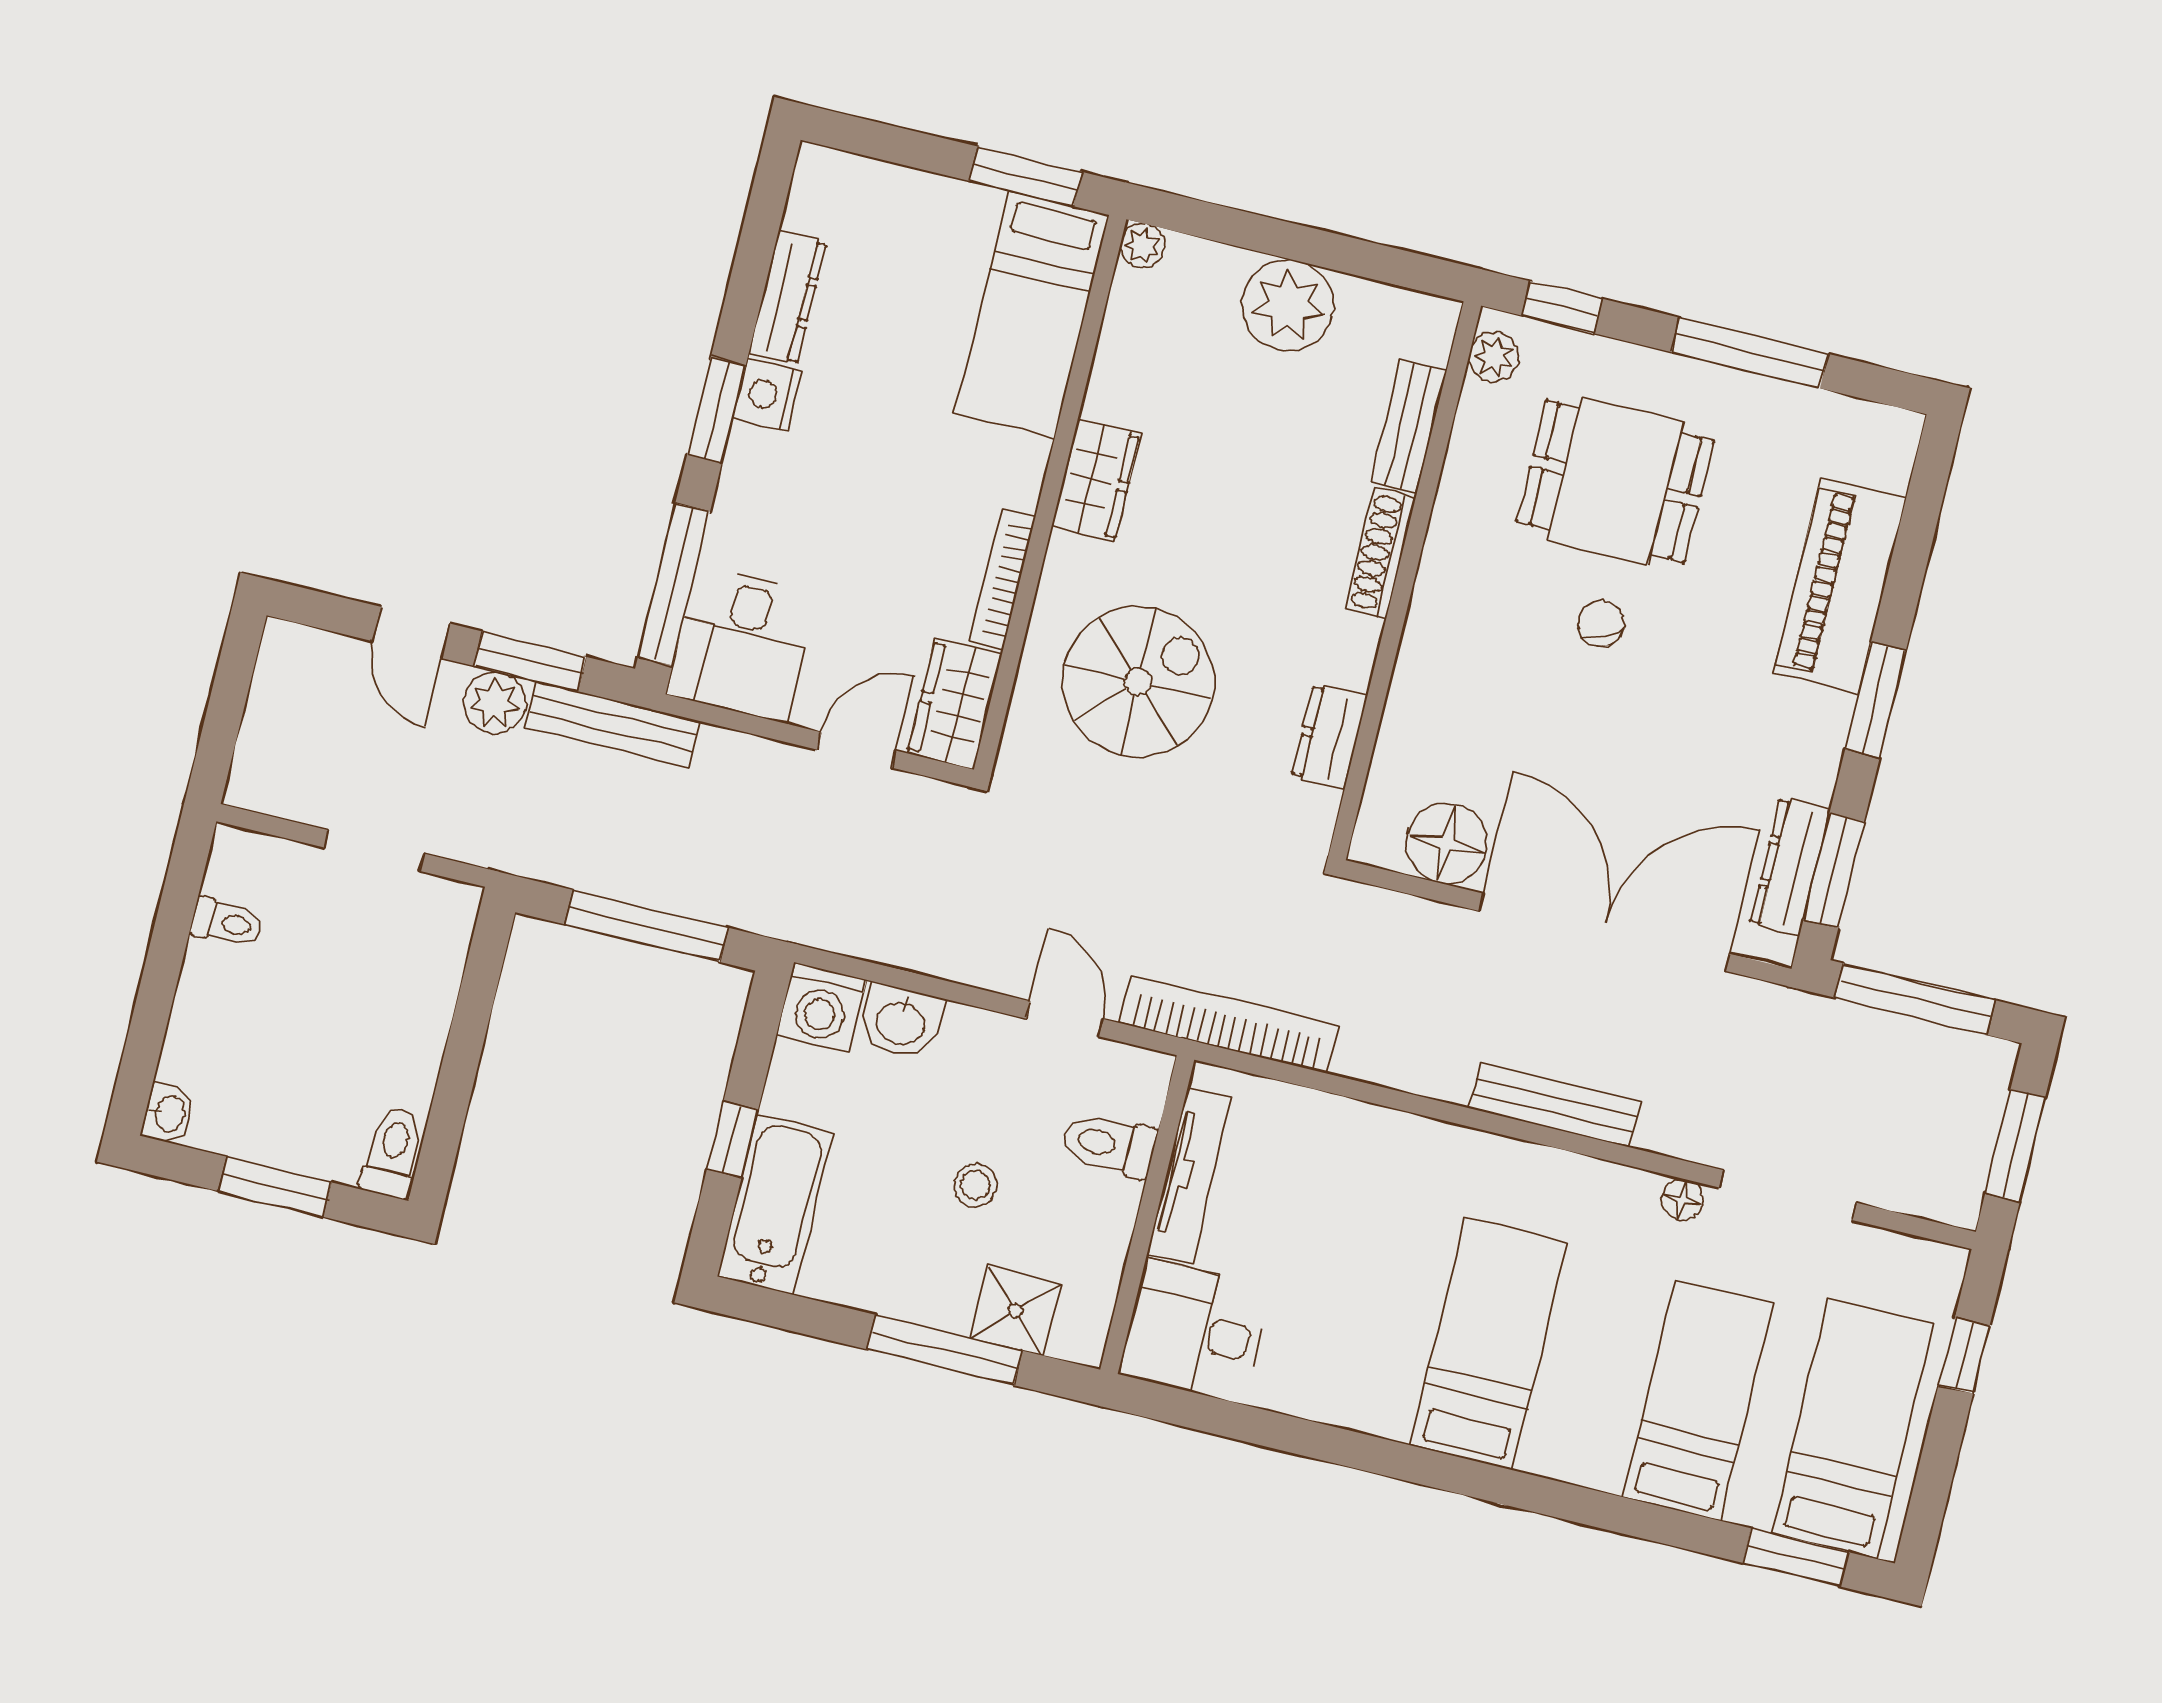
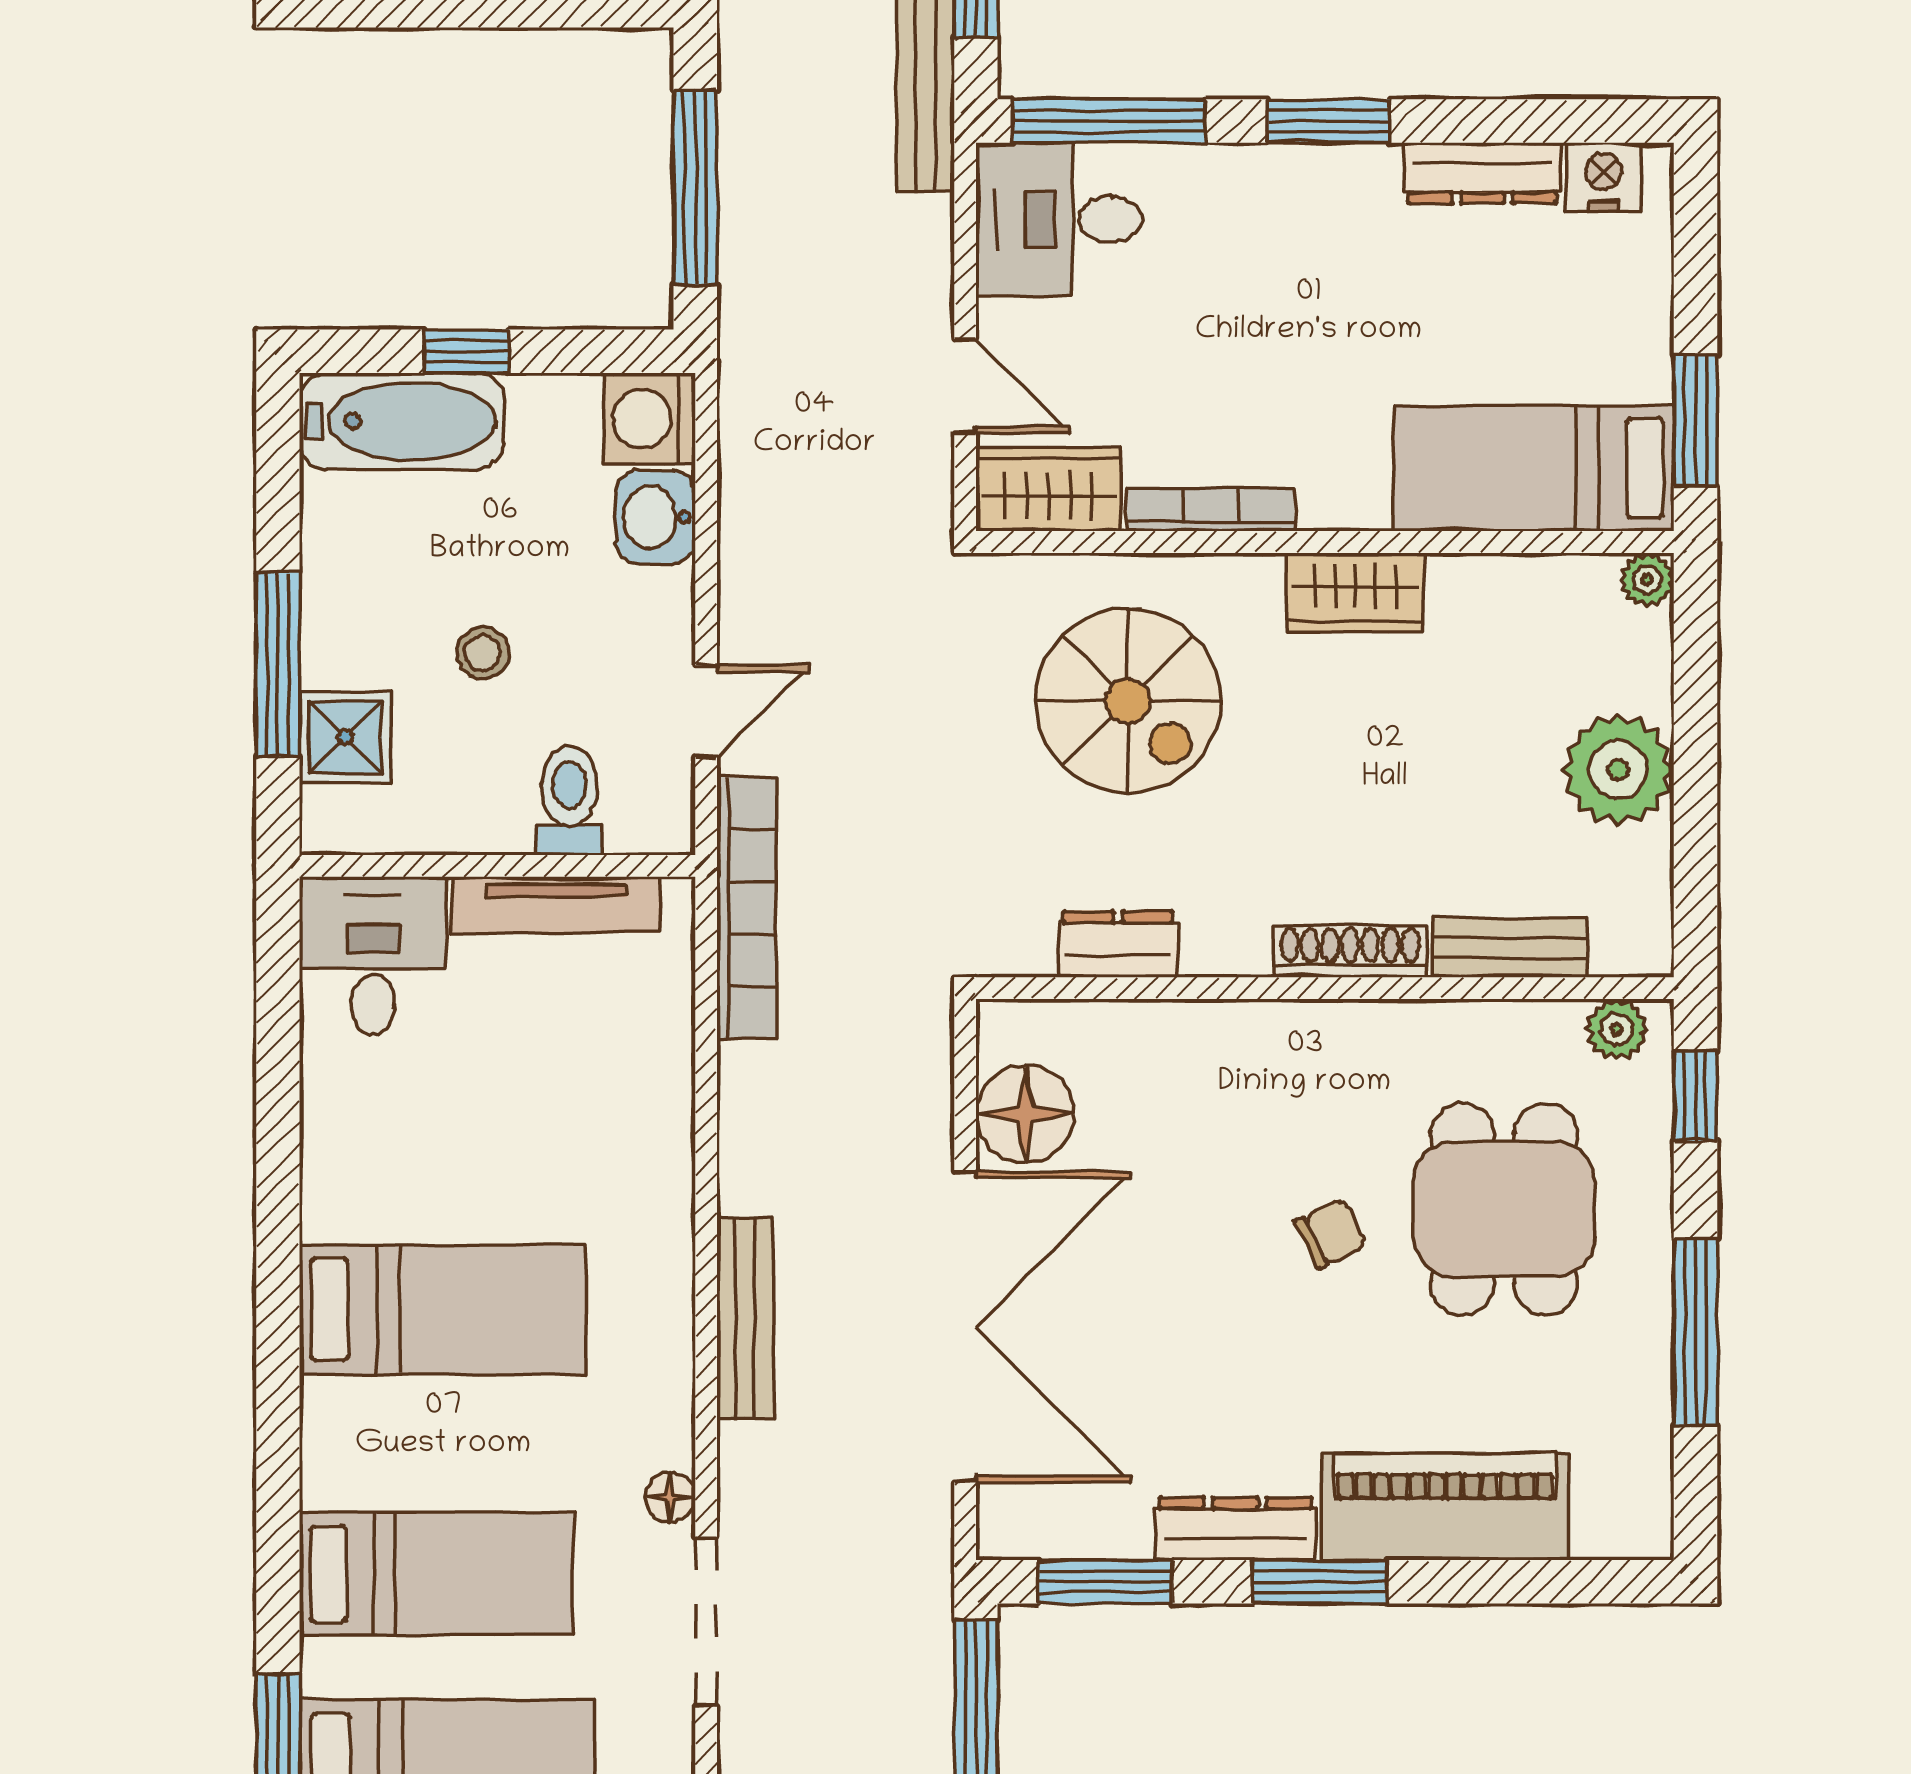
nightstand: (767, 395) -> (1603, 177), moved
dresser: (1790, 867) -> (1235, 1529), moved

